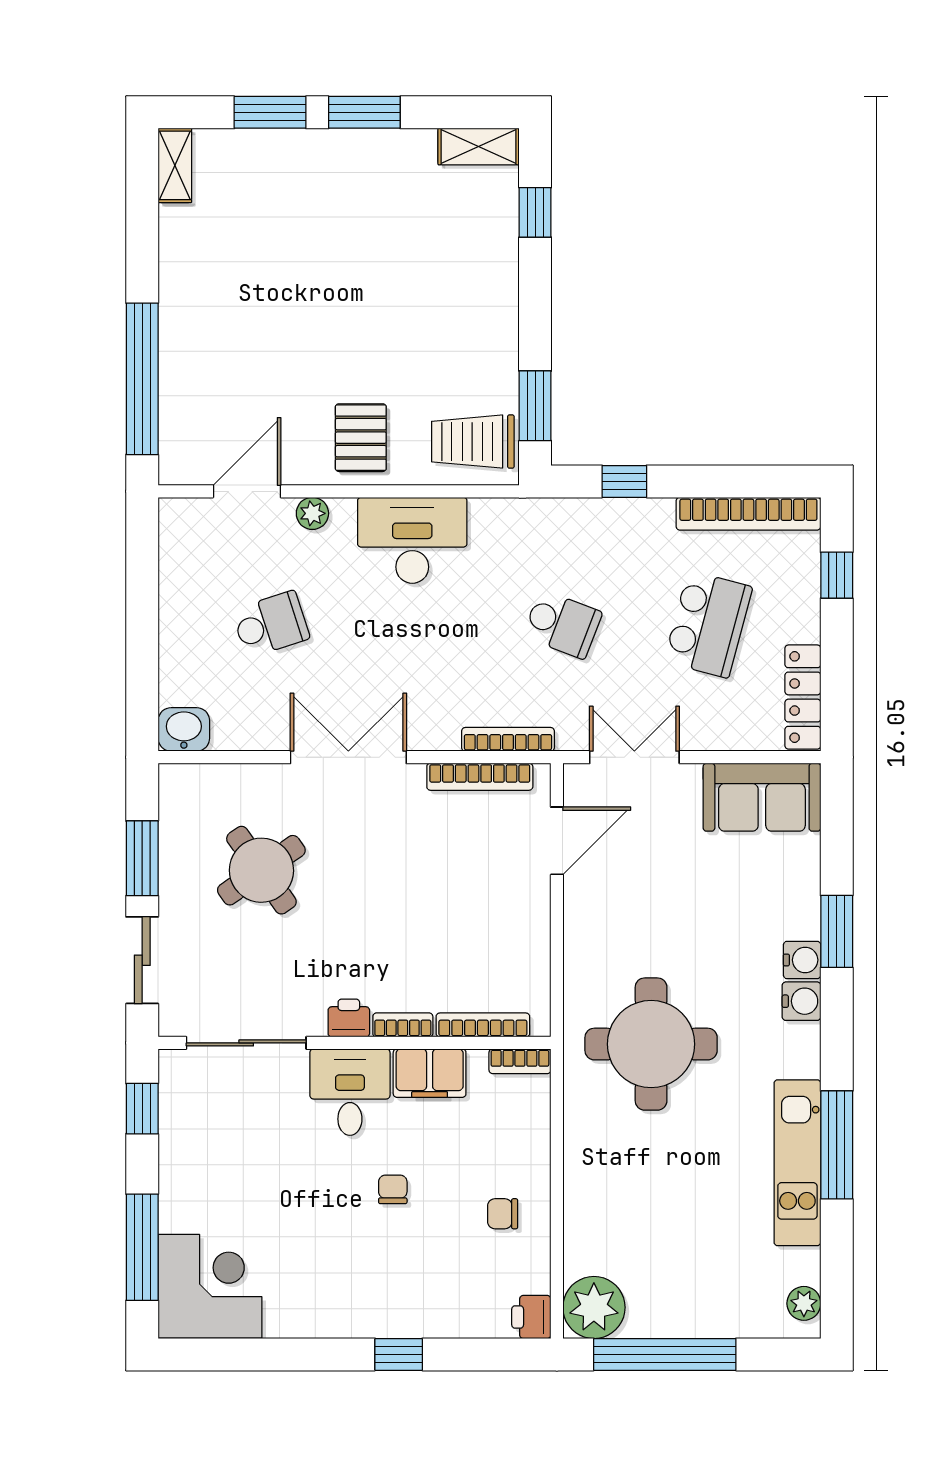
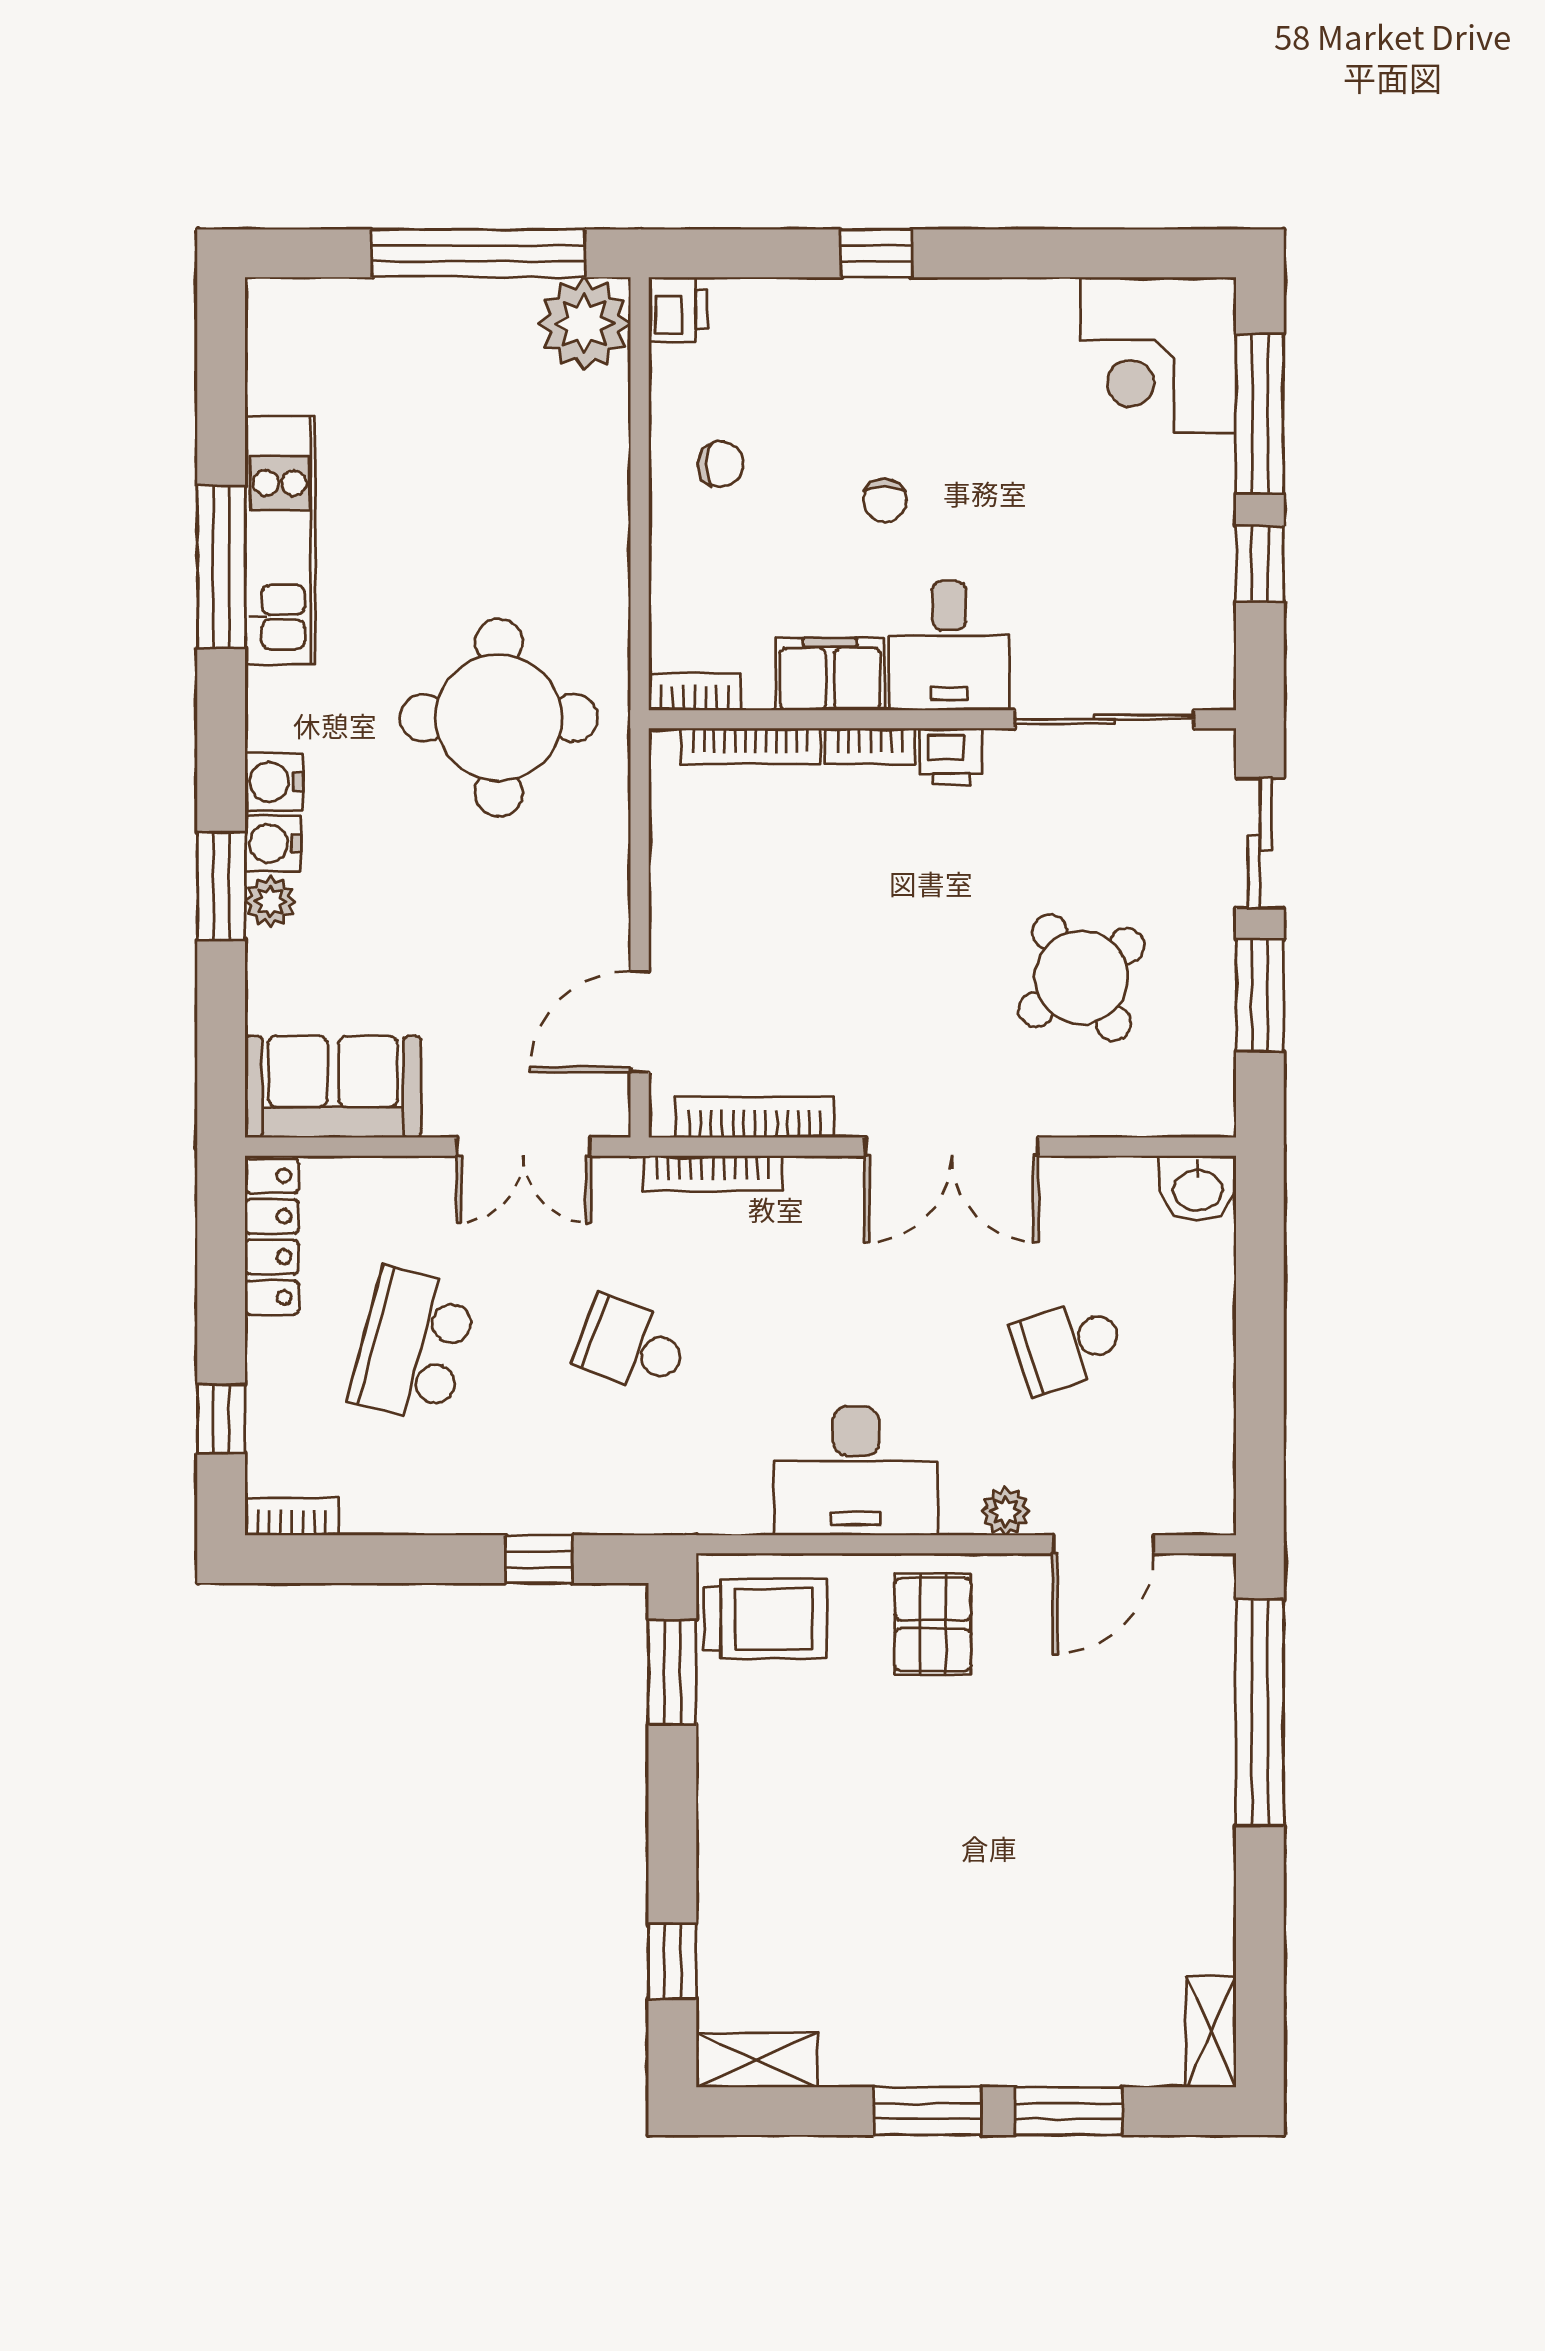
bookcase: (748, 514) -> (292, 1517), width x0.43, depth x0.76
window: (142, 1109) -> (1260, 563), moved
plant: (804, 1303) -> (270, 901), moved

